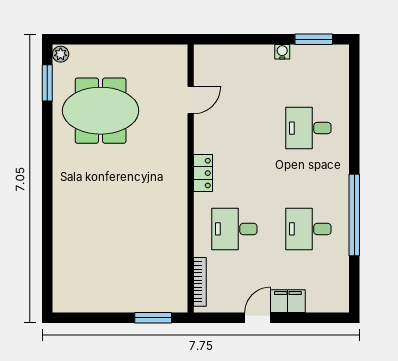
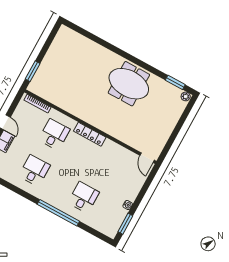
door: (191, 100) -> (147, 158), moved
meeting table: (101, 111) -> (129, 84), moved, turned 90
locker: (203, 173) -> (90, 134), width x1.53
window: (354, 215) -> (58, 213), moved

